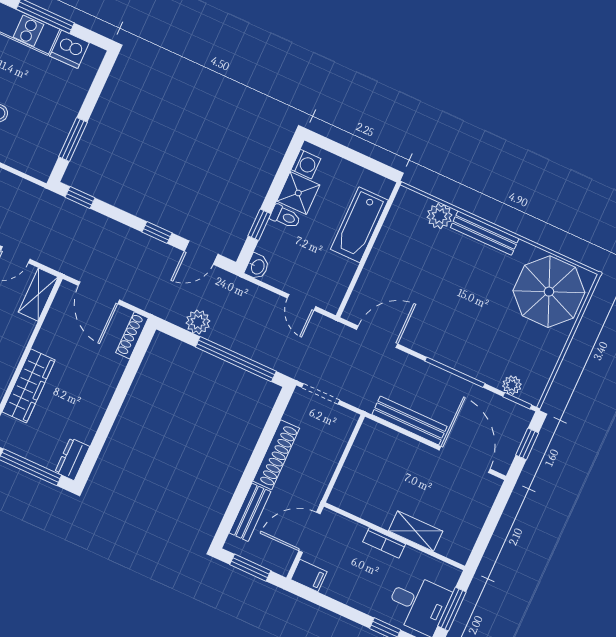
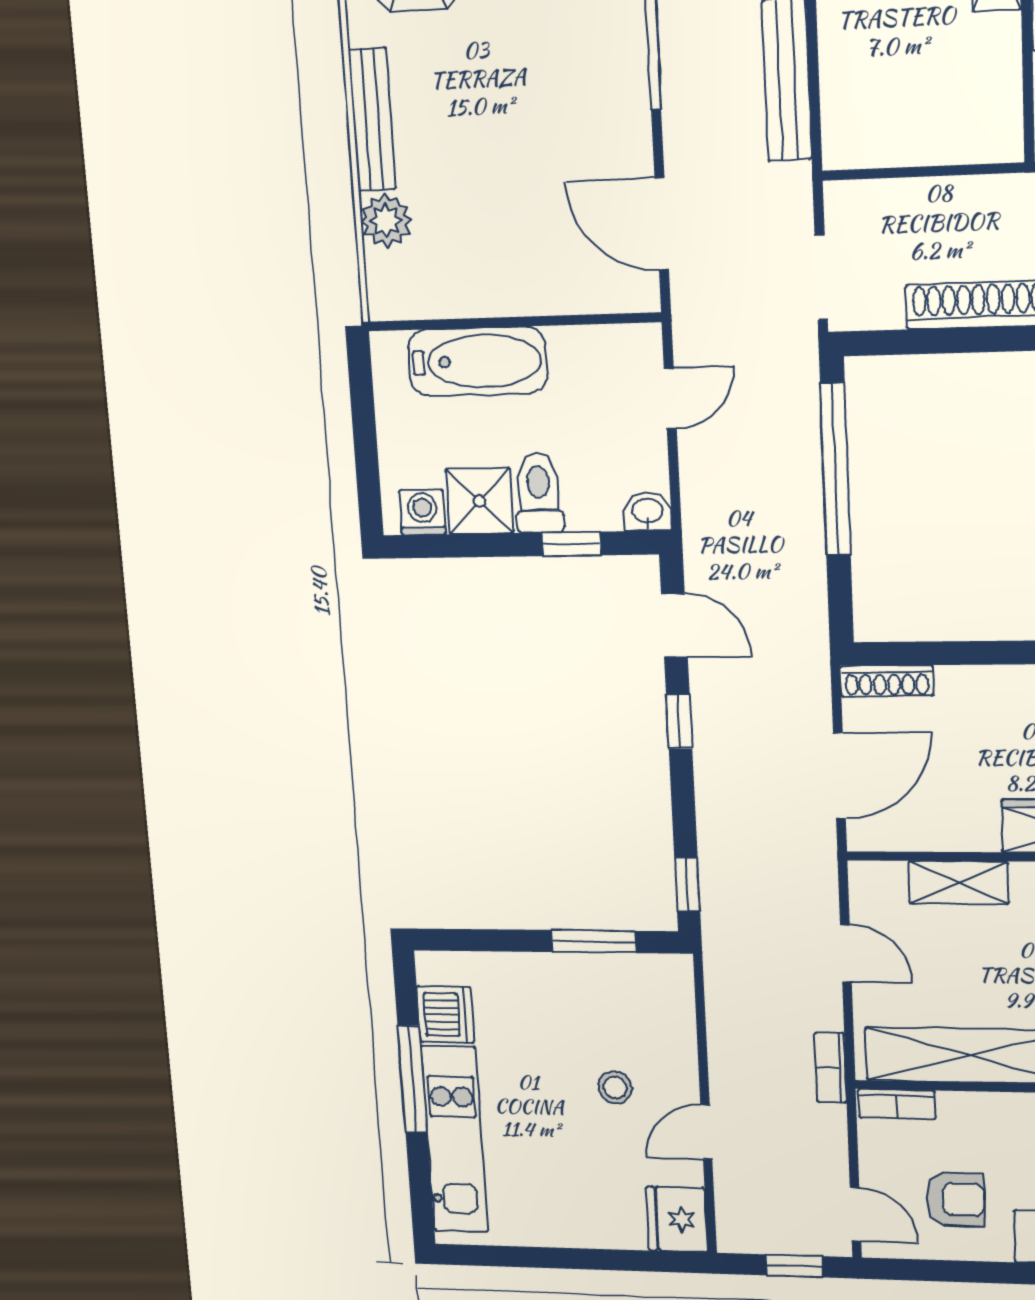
toilet: (285, 217) -> (539, 493), width x1.37, depth x1.39
shelving: (38, 295) -> (958, 883), moved
plant: (198, 322) -> (802, 572), removed

